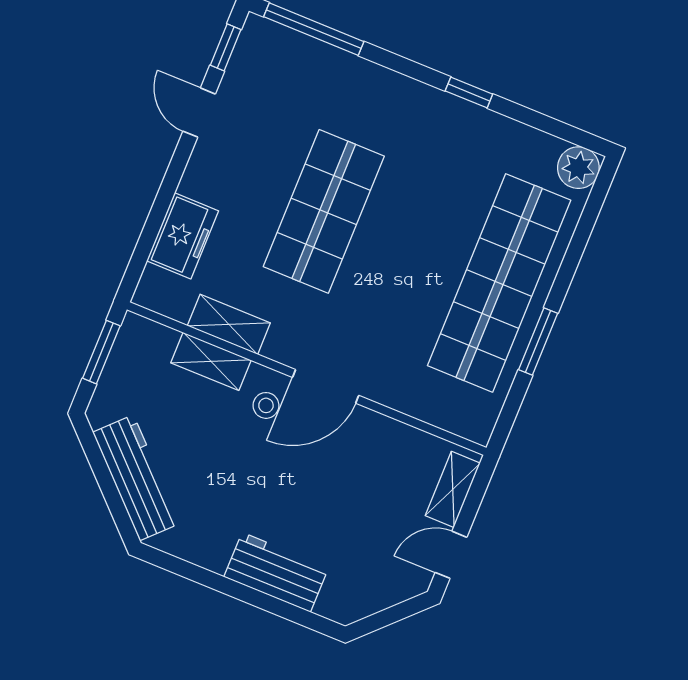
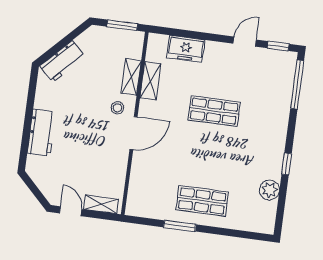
plant: (578, 168) -> (269, 190), moved
shop shelf: (324, 211) -> (214, 111), width x0.70, depth x0.74
shop shelf: (499, 283) -> (202, 201), width x0.50, depth x0.74
door: (326, 386) -> (133, 133), swing flipped
workbench: (137, 478) -> (62, 61), width x0.73

